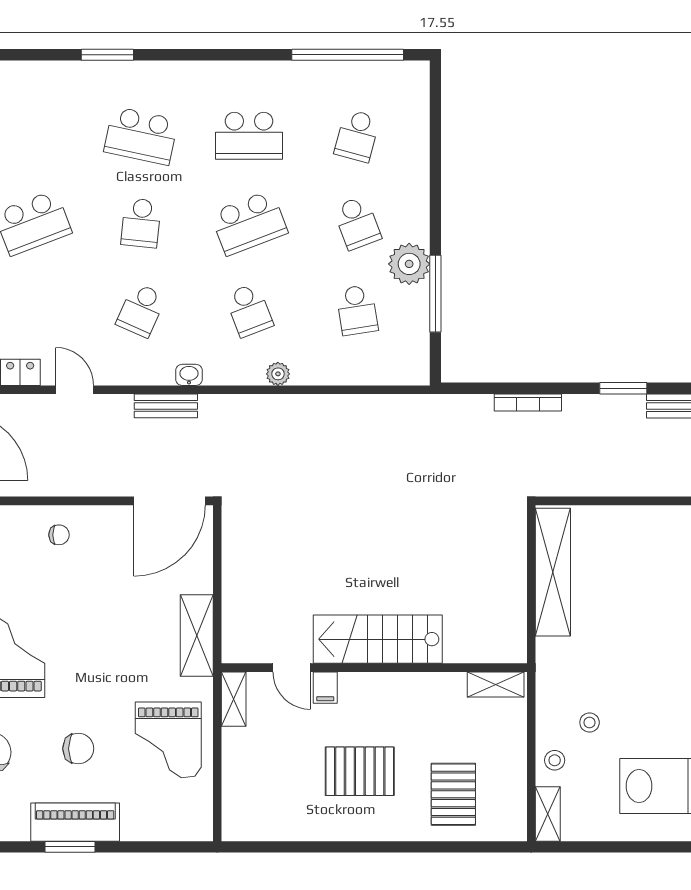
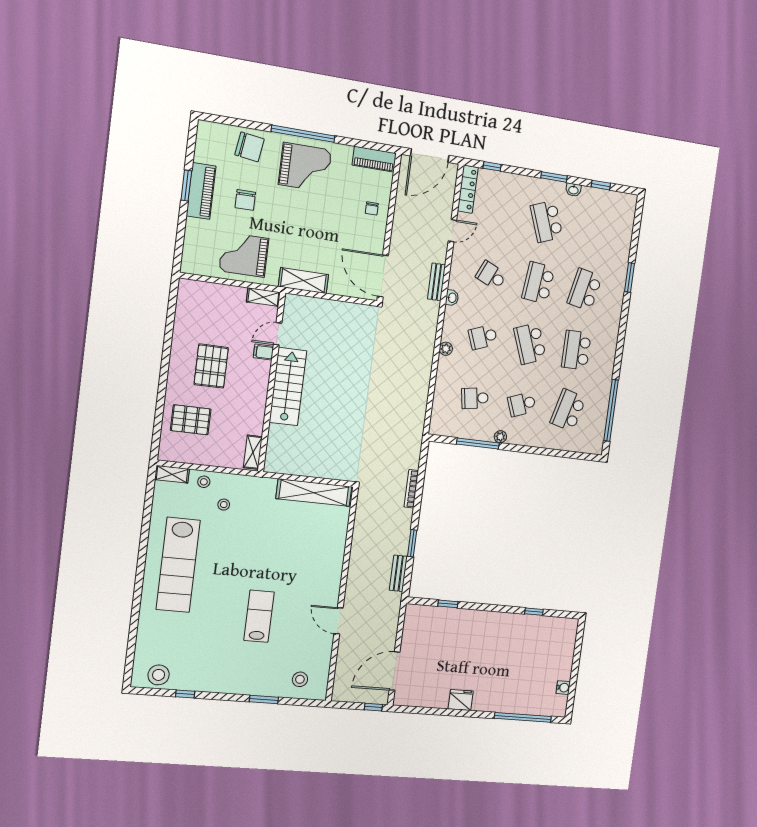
school desk: (357, 136) -> (568, 410), width x1.85
school desk: (141, 223) -> (538, 283), width x1.85
plant: (409, 264) -> (500, 437), width x0.53, depth x0.53

